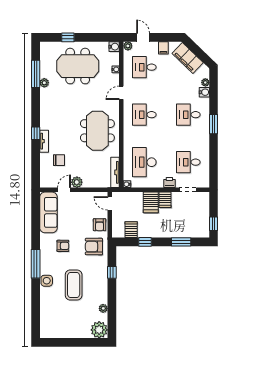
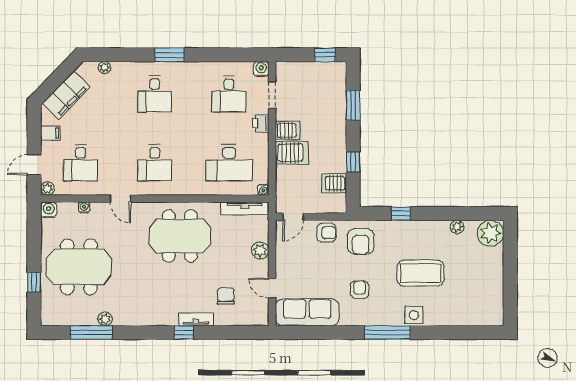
meeting table: (78, 66) -> (79, 267), turned 90
water cooler: (204, 92) -> (261, 69), moved
plant: (77, 182) -> (260, 250), moved

